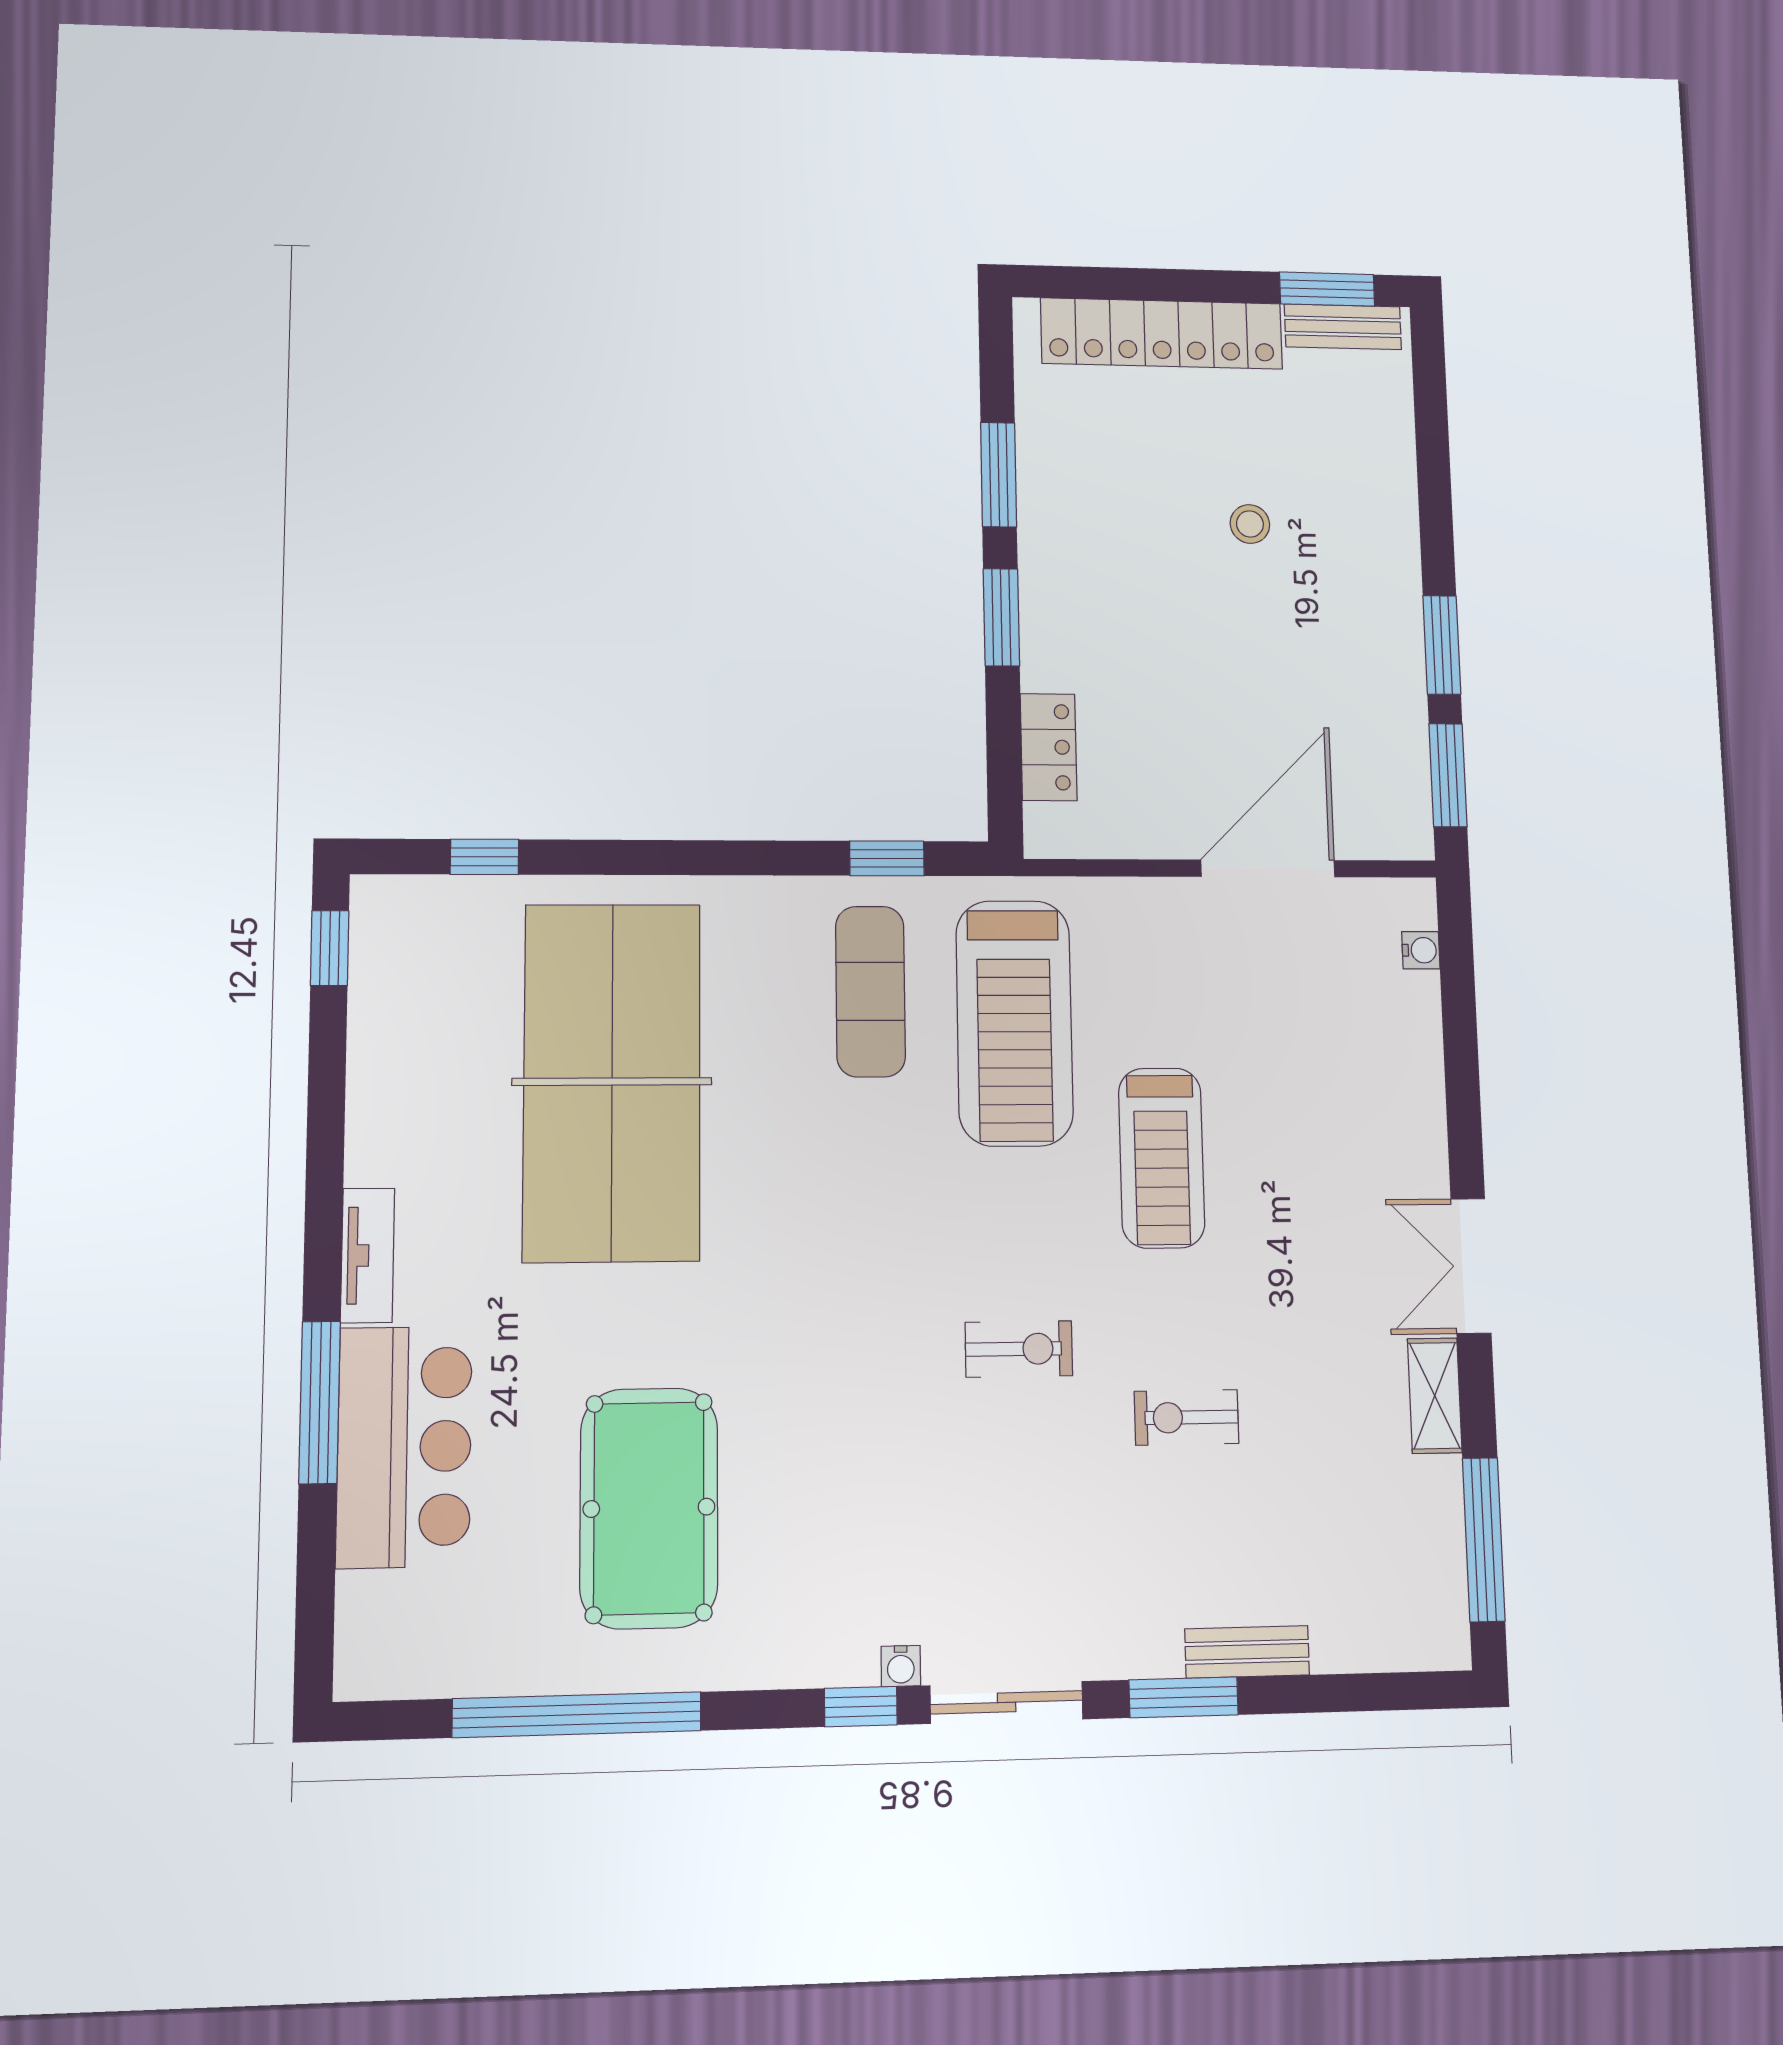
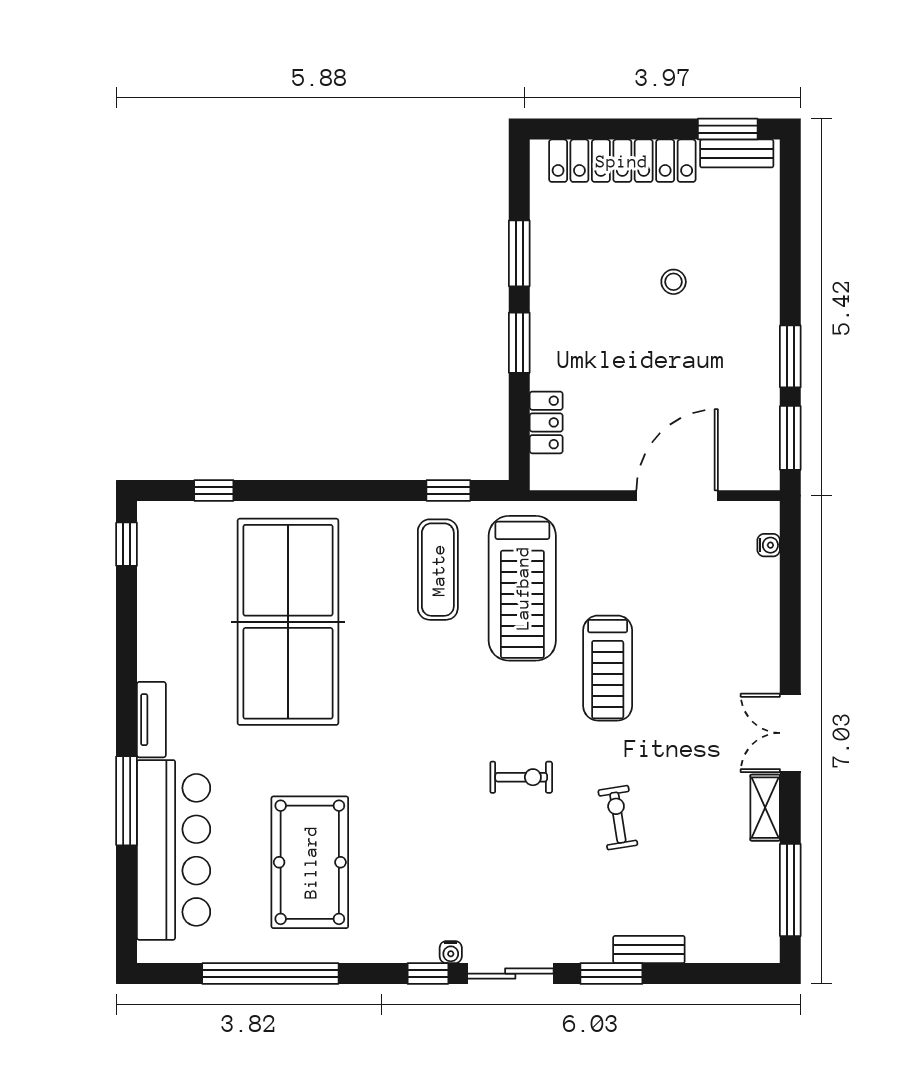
exercise bike: (1186, 1417) -> (618, 818), turned 81
bar counter: (404, 1447) -> (174, 850), width x1.36

